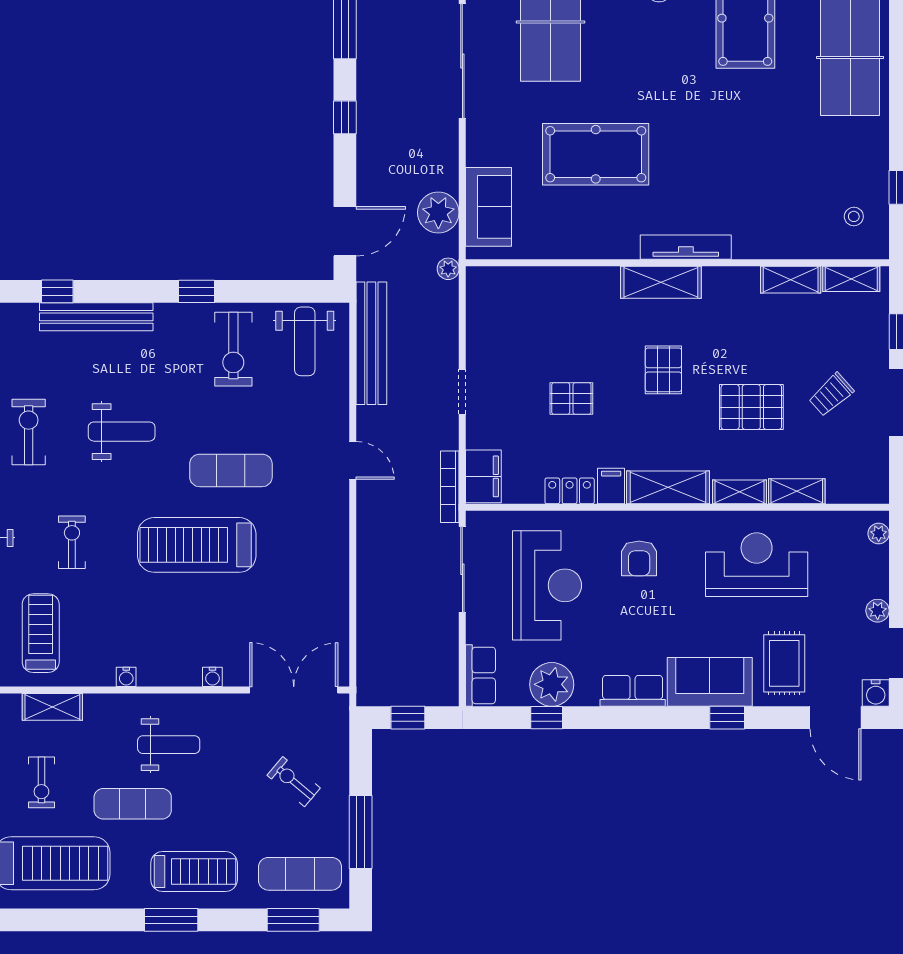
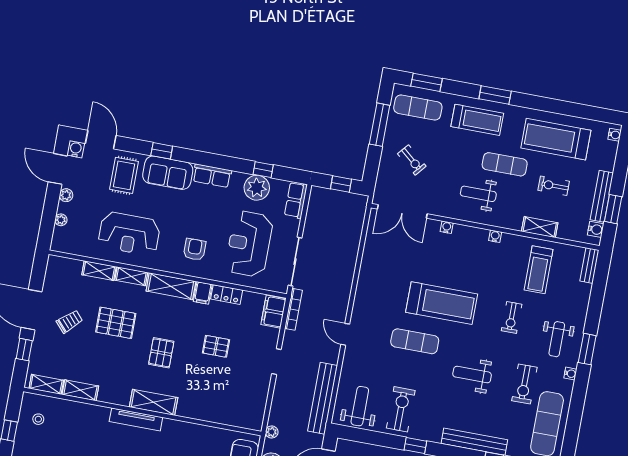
plant: (879, 534) -> (61, 220), moved
exercise bike: (41, 782) -> (554, 186), turned -90
treadmill: (194, 871) -> (477, 120), turned 180

